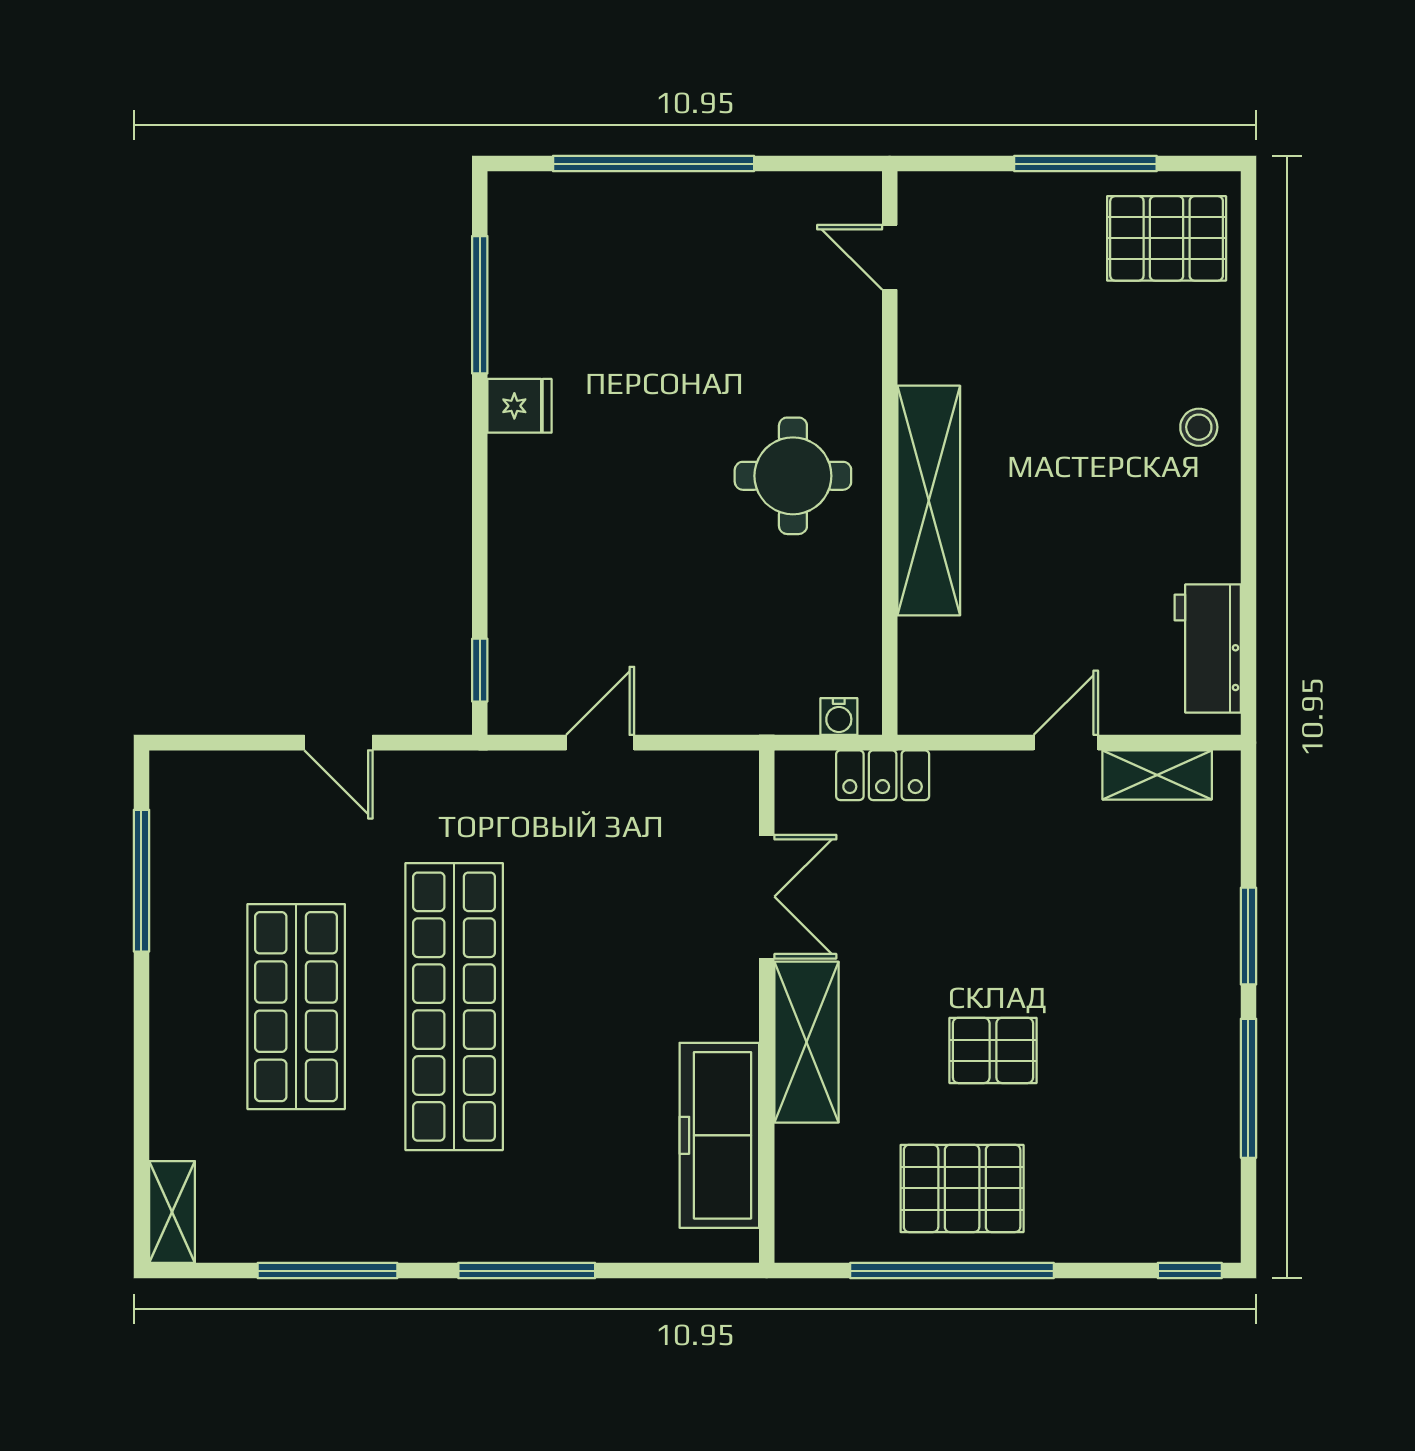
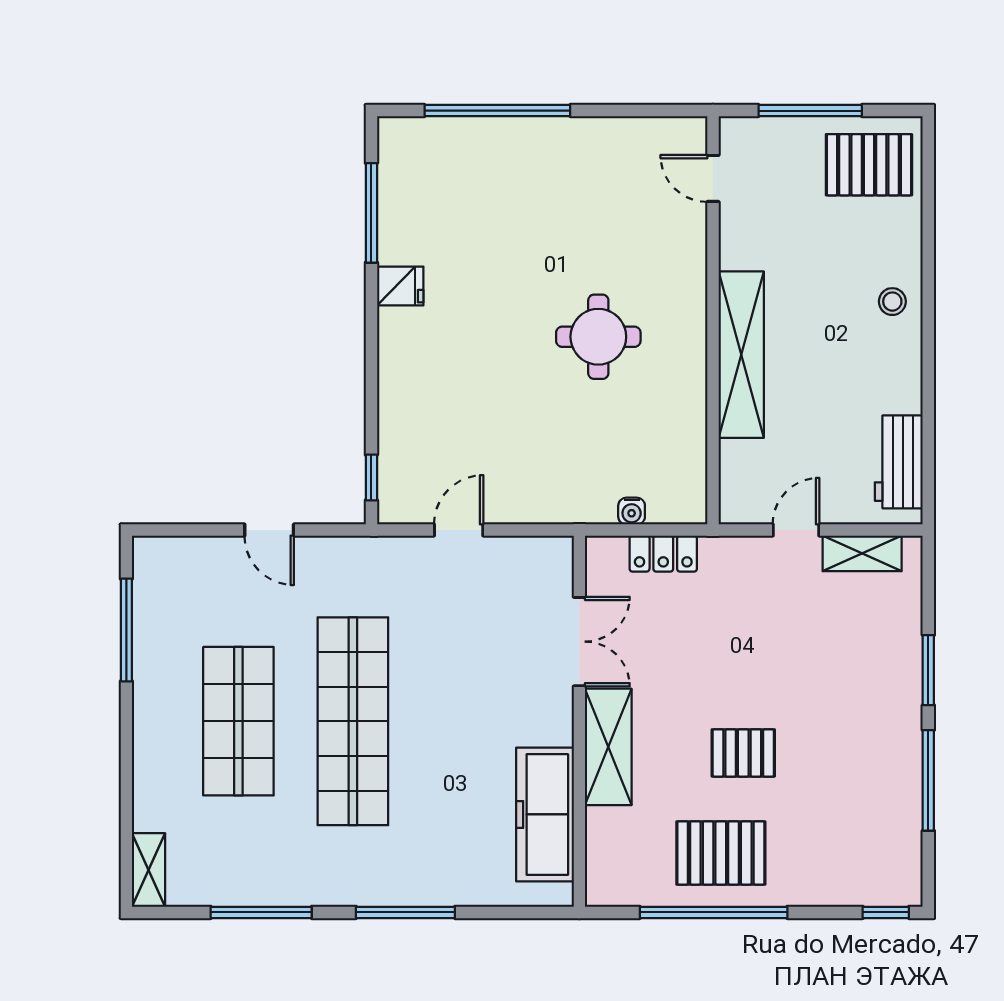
door: (890, 257) -> (713, 178), moved
wall: (890, 453) -> (713, 320), moved
shelving: (929, 501) -> (741, 355), moved

